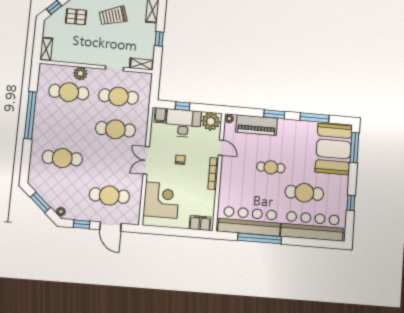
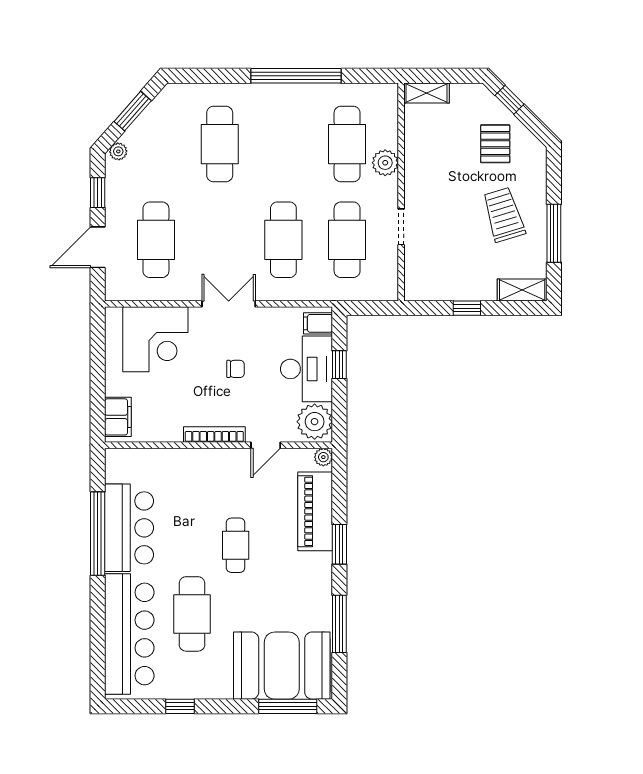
shelving: (142, 64) -> (414, 278), removed
bar counter: (250, 221) -> (129, 528), width x0.73

